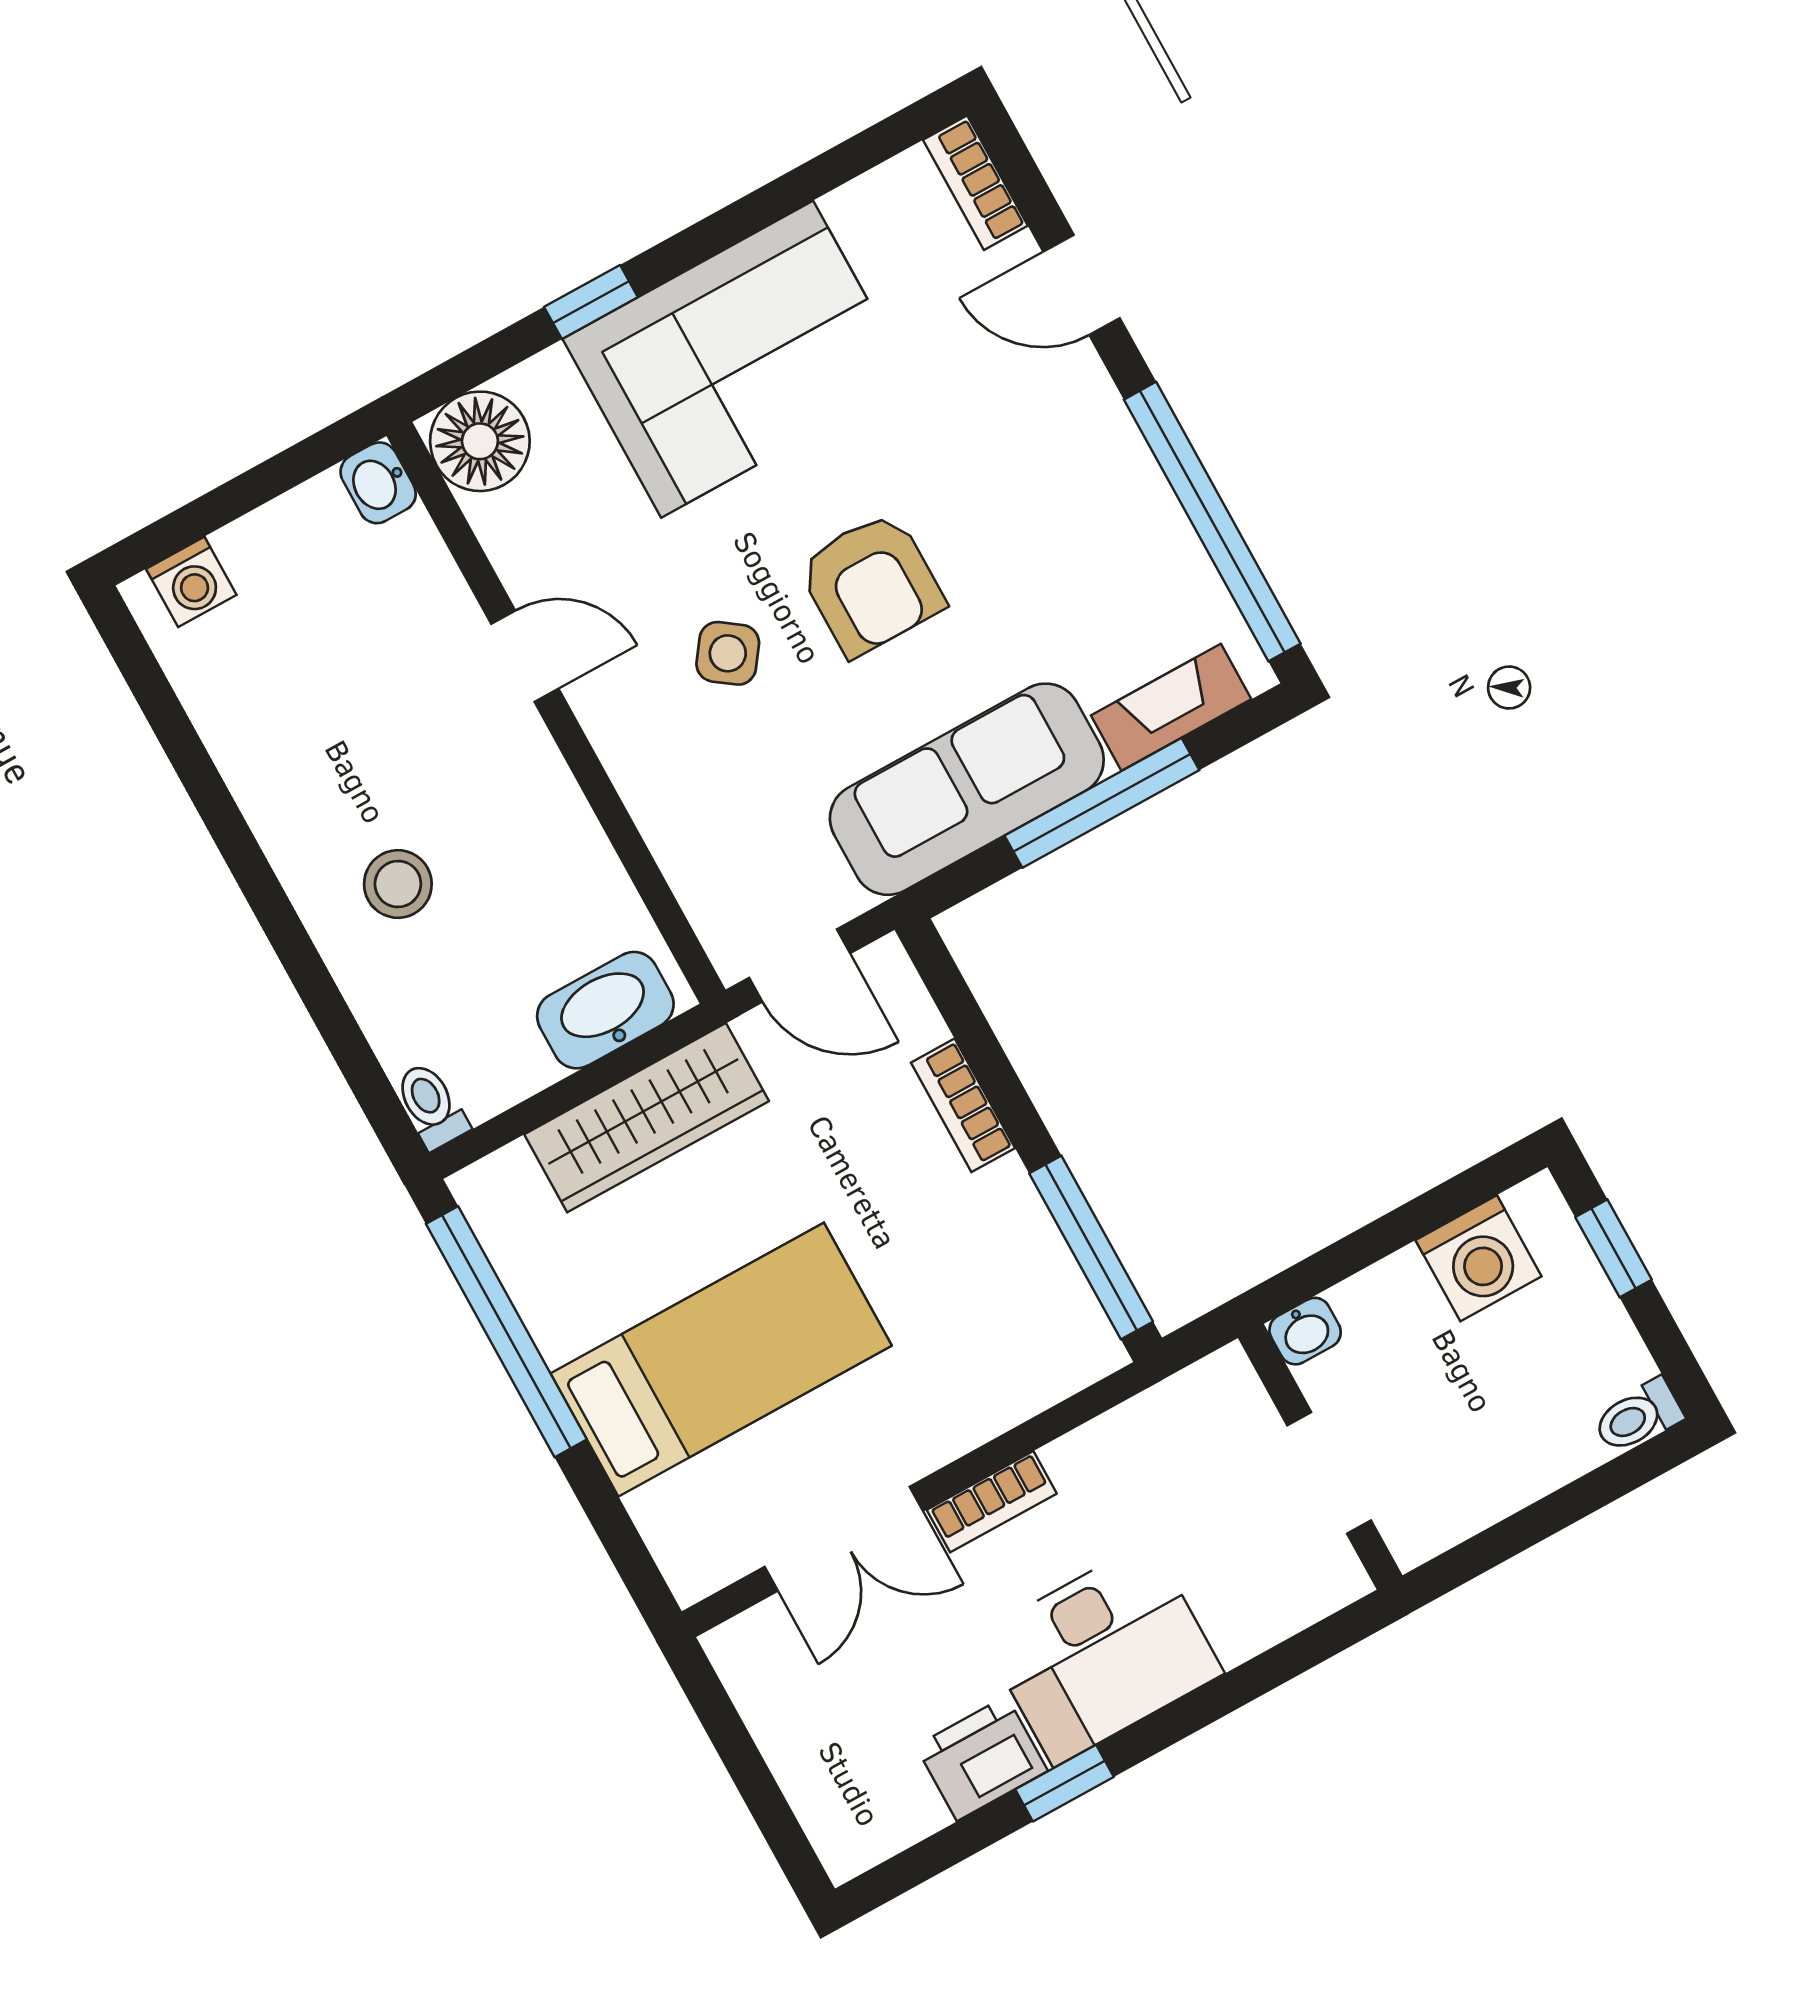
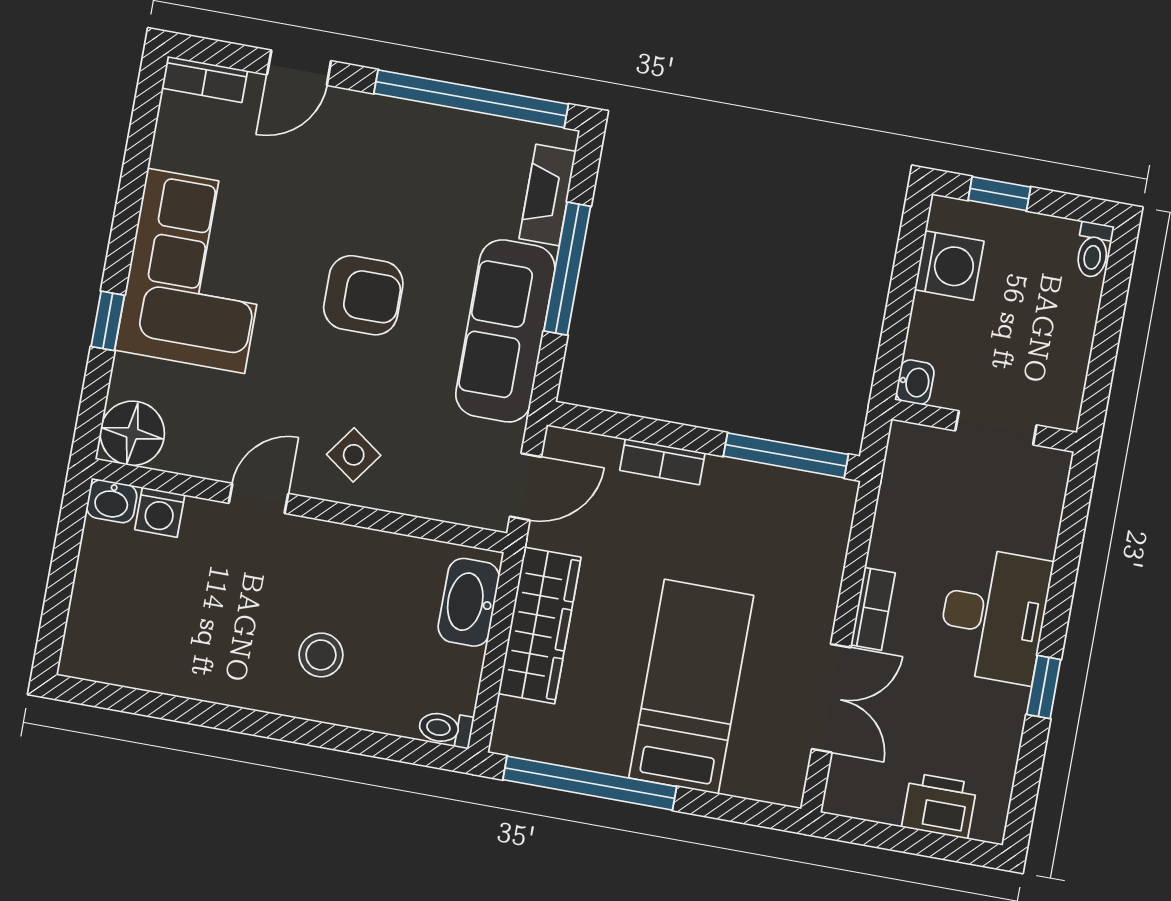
washing machine: (191, 582) -> (160, 512), moved, turned 90
side table: (728, 653) -> (354, 455), moved
printer: (982, 1758) -> (939, 806), moved, turned 90

